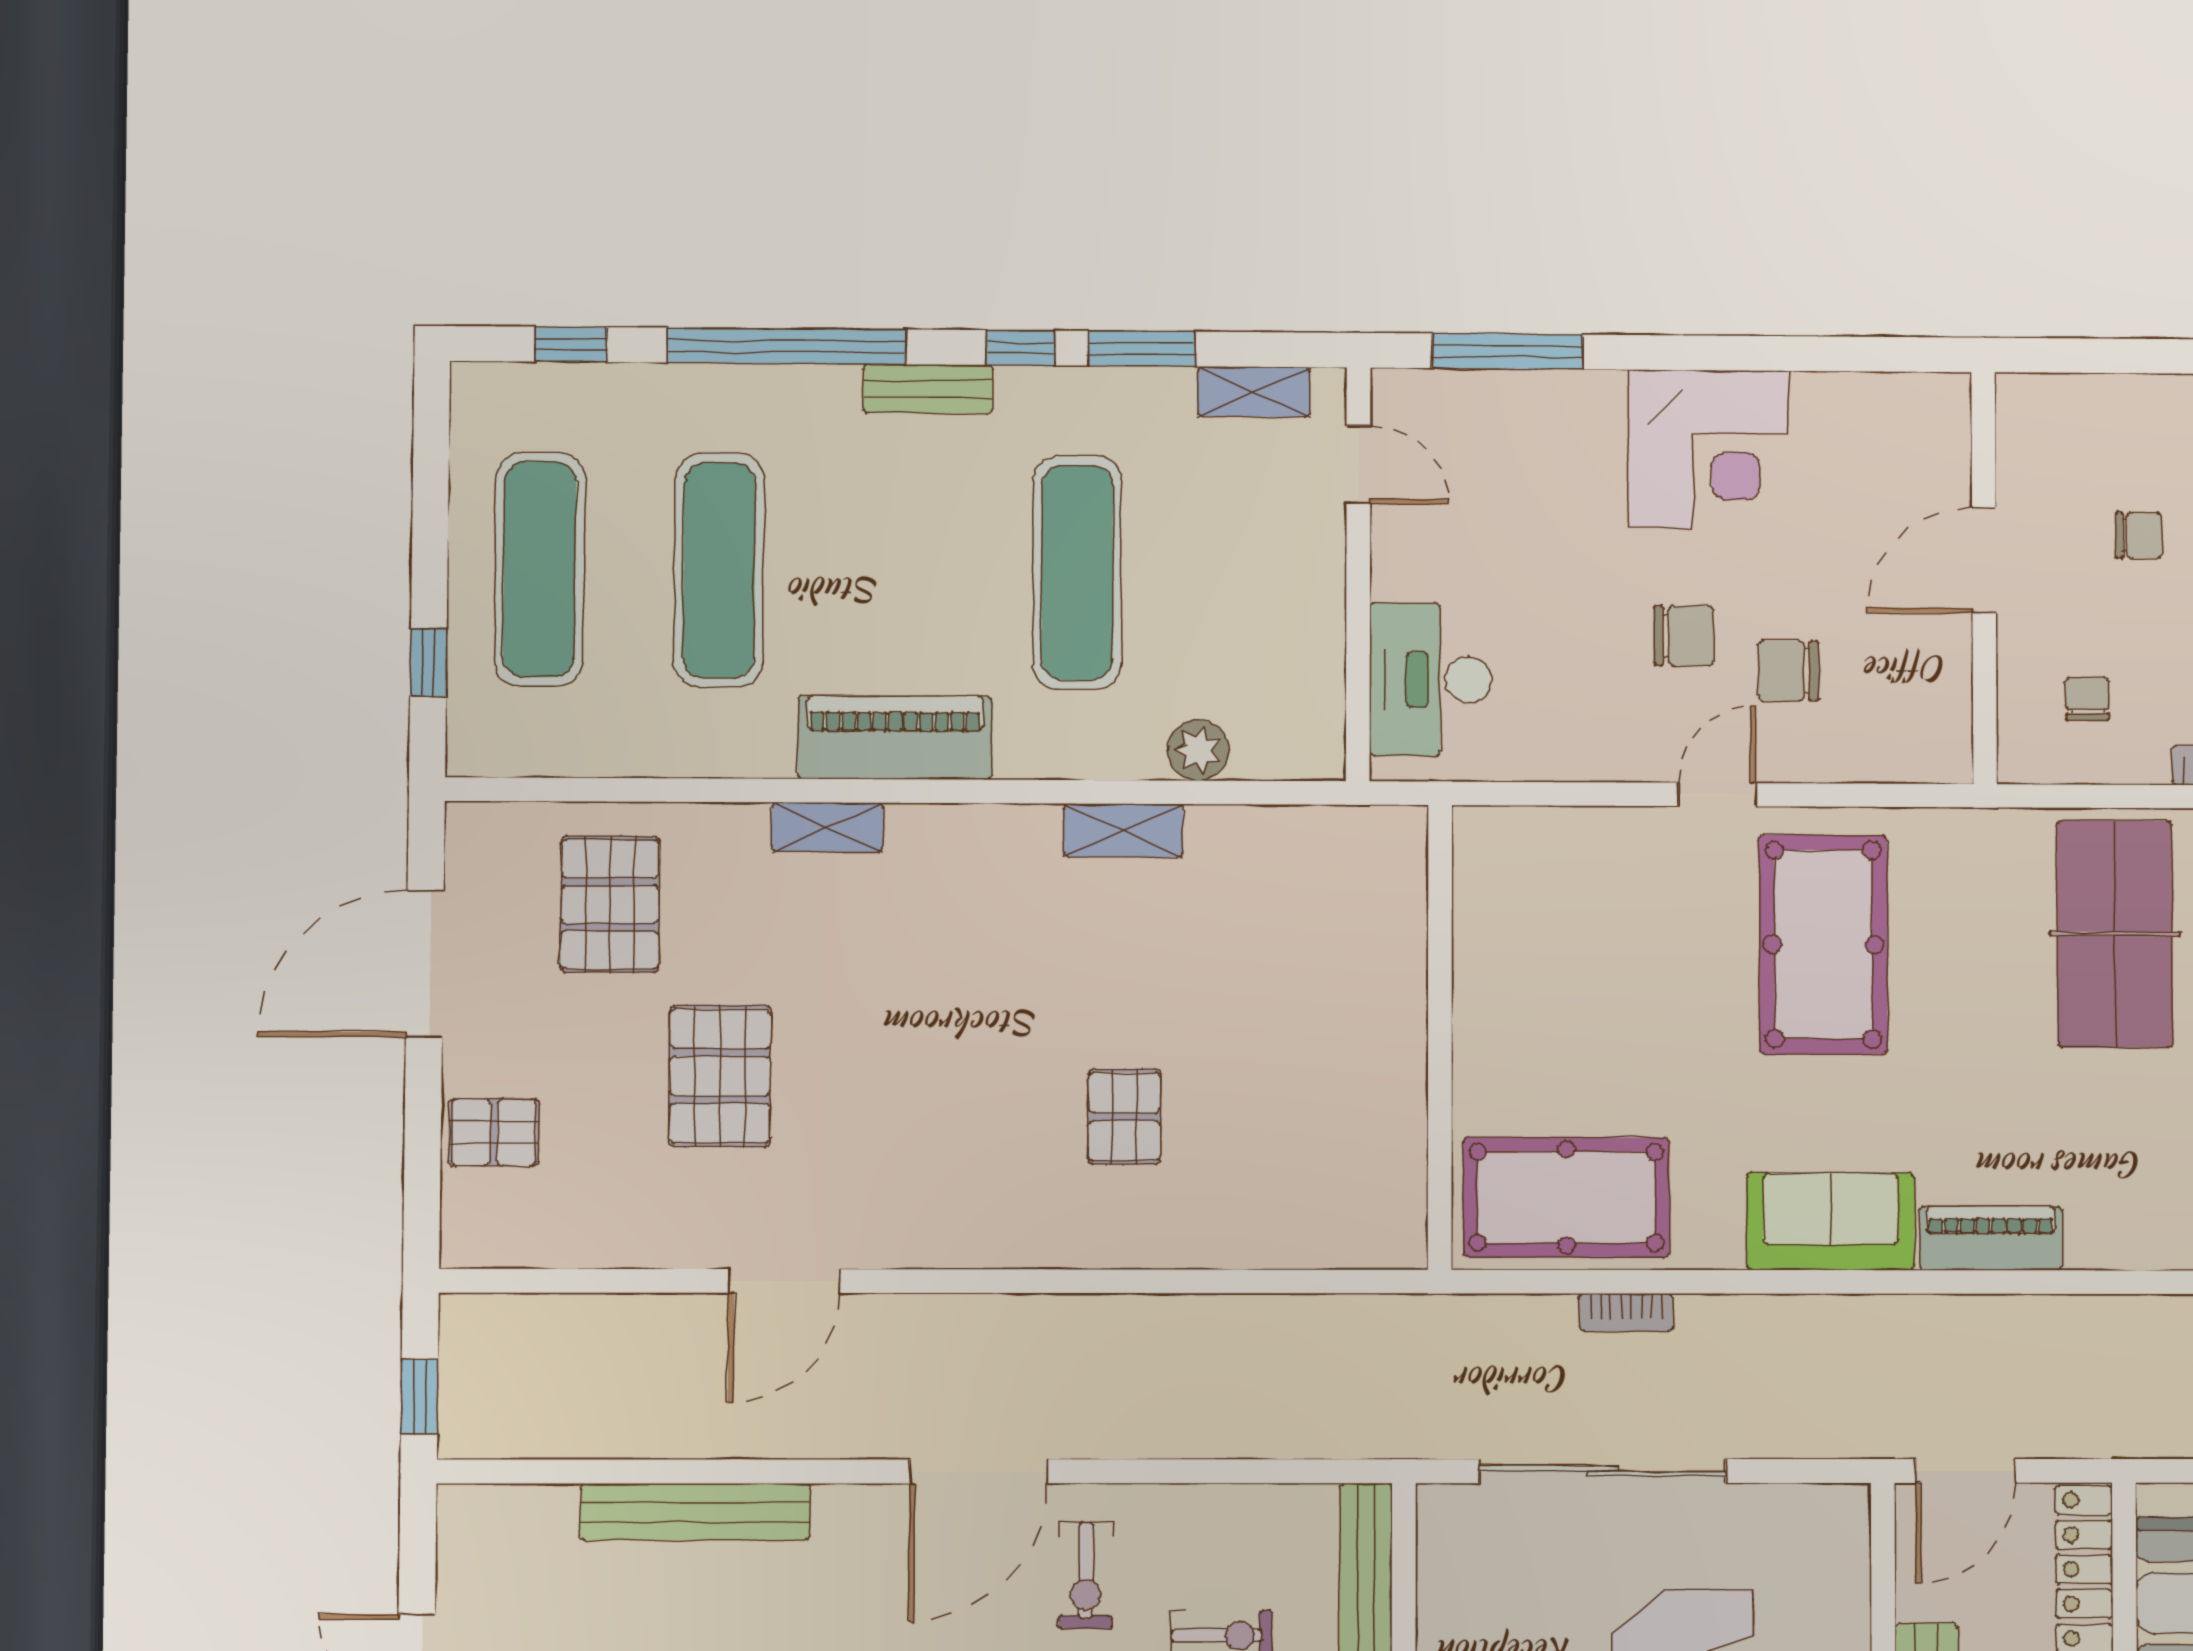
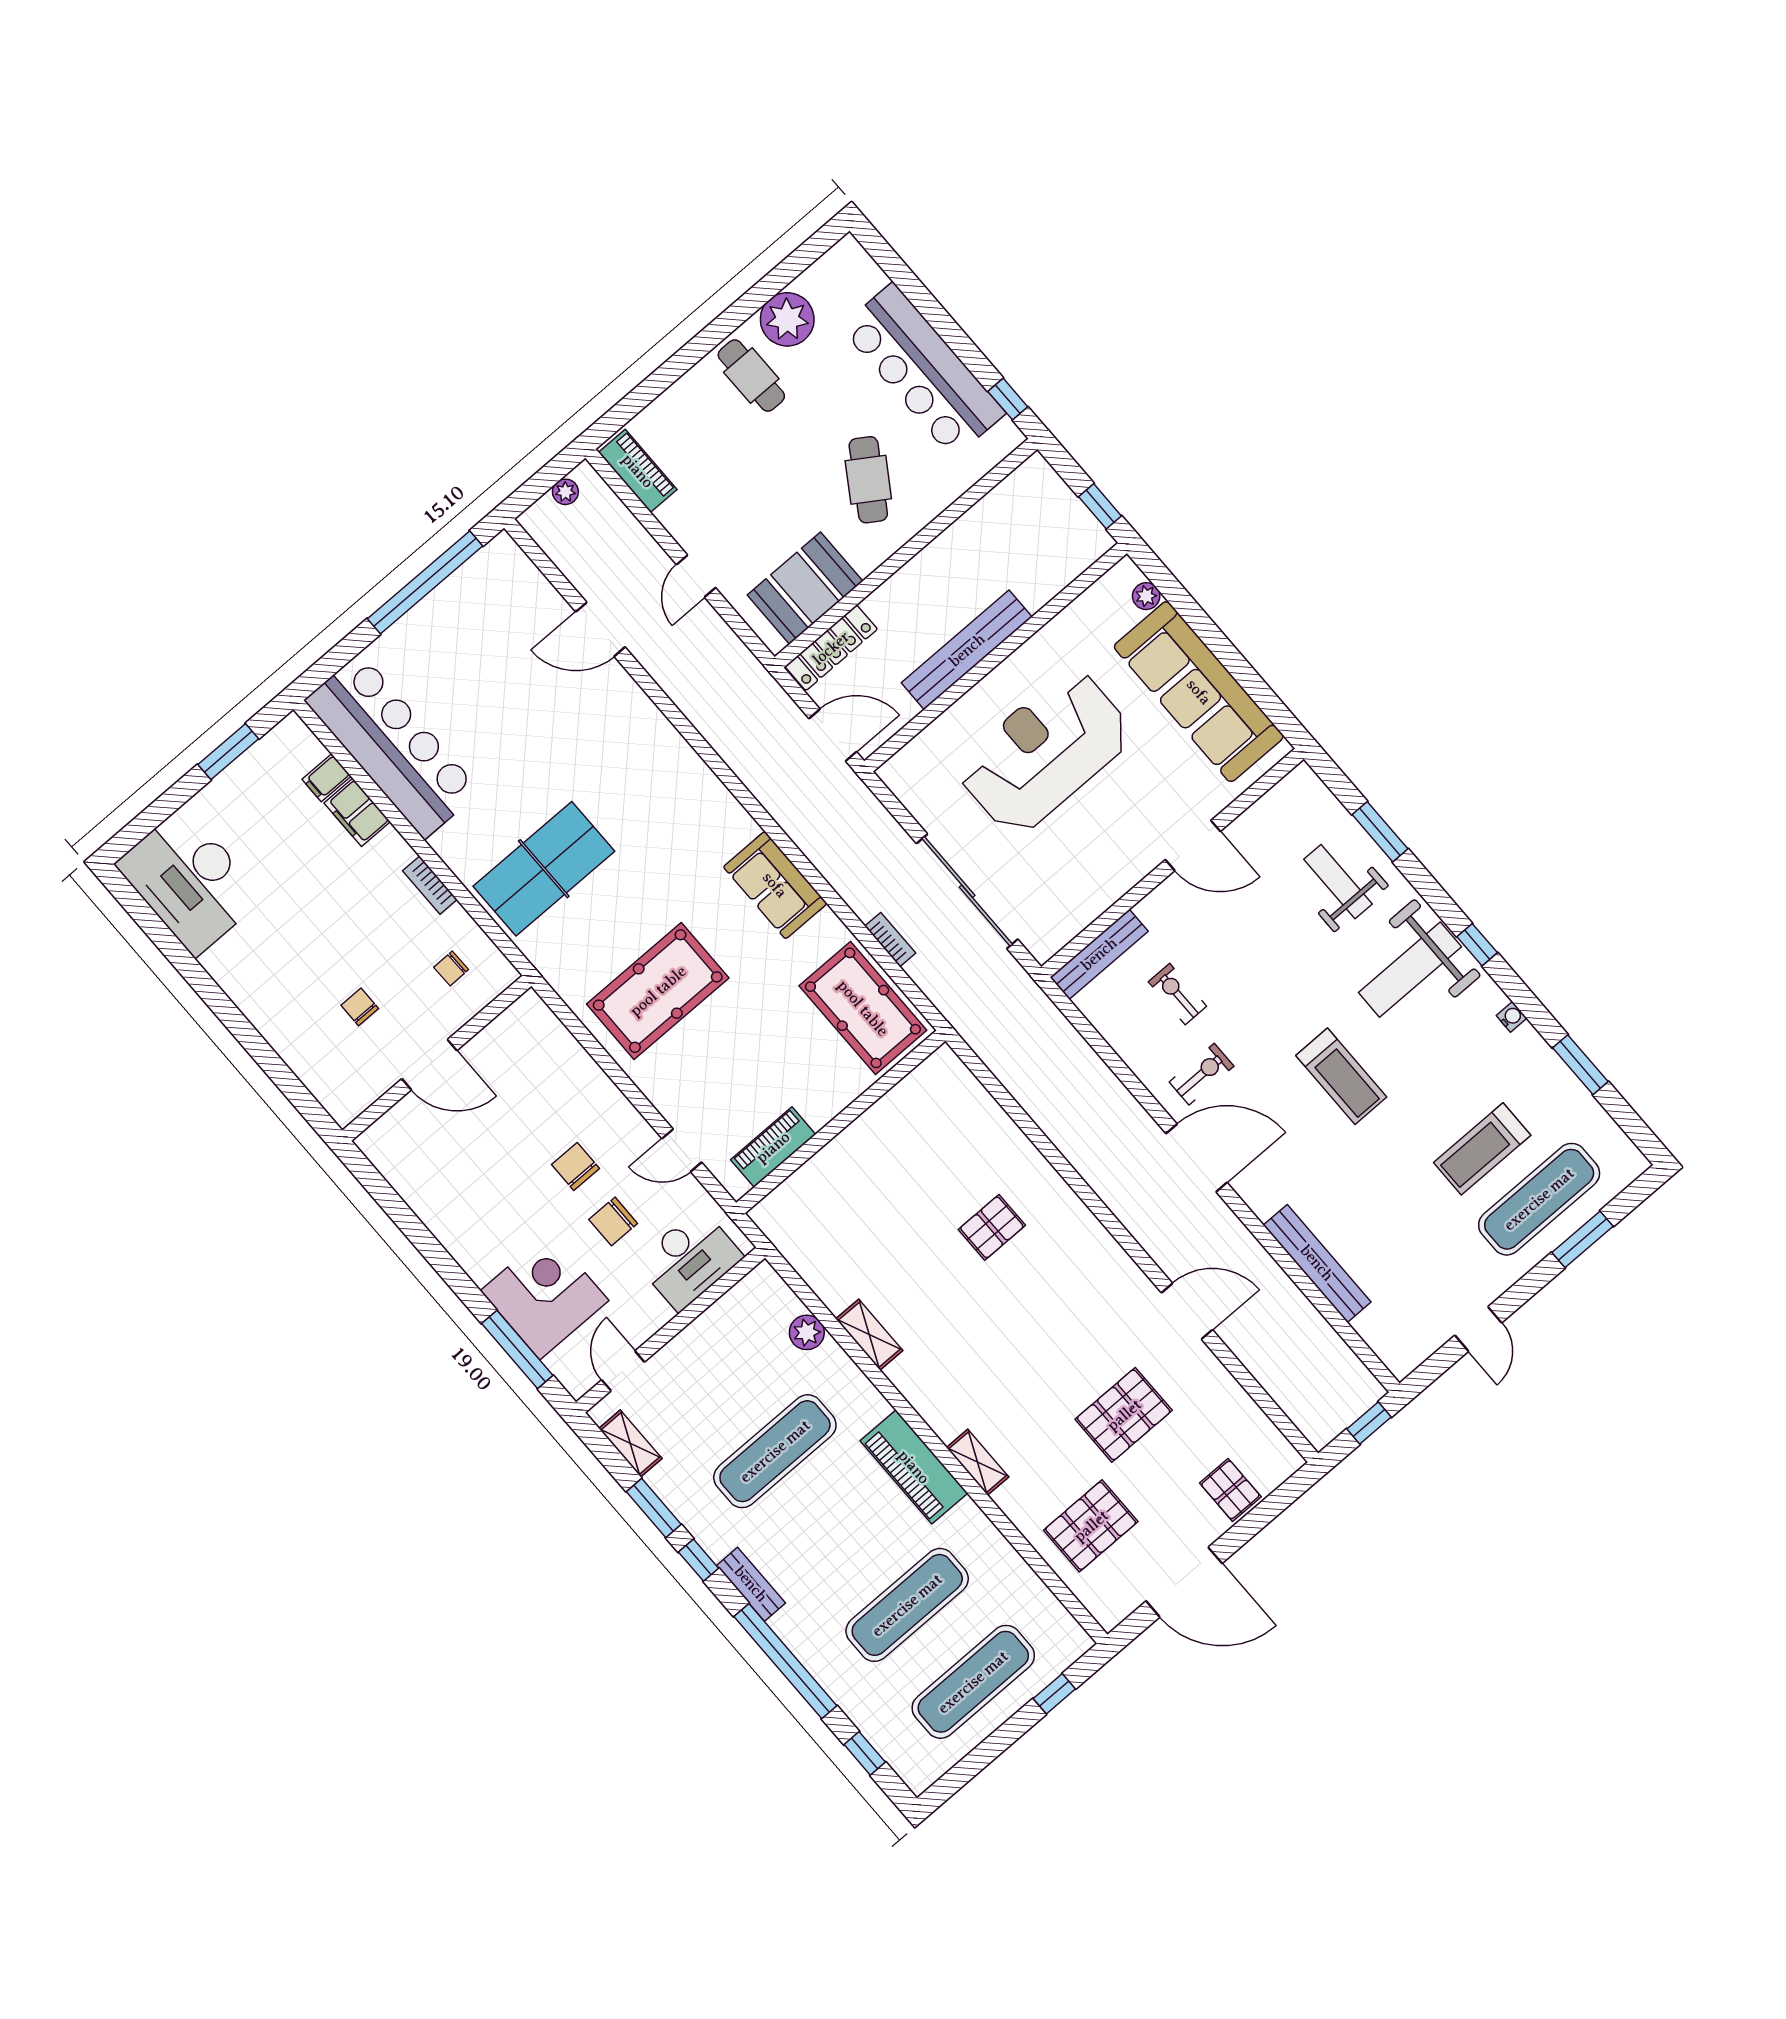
corner desk: (1709, 449) -> (545, 1296), moved
chair: (1788, 671) -> (613, 1221), moved, turned 90
door: (1717, 795) -> (682, 1150), moved
piano: (1991, 1238) -> (773, 1147), moved, turned 90

